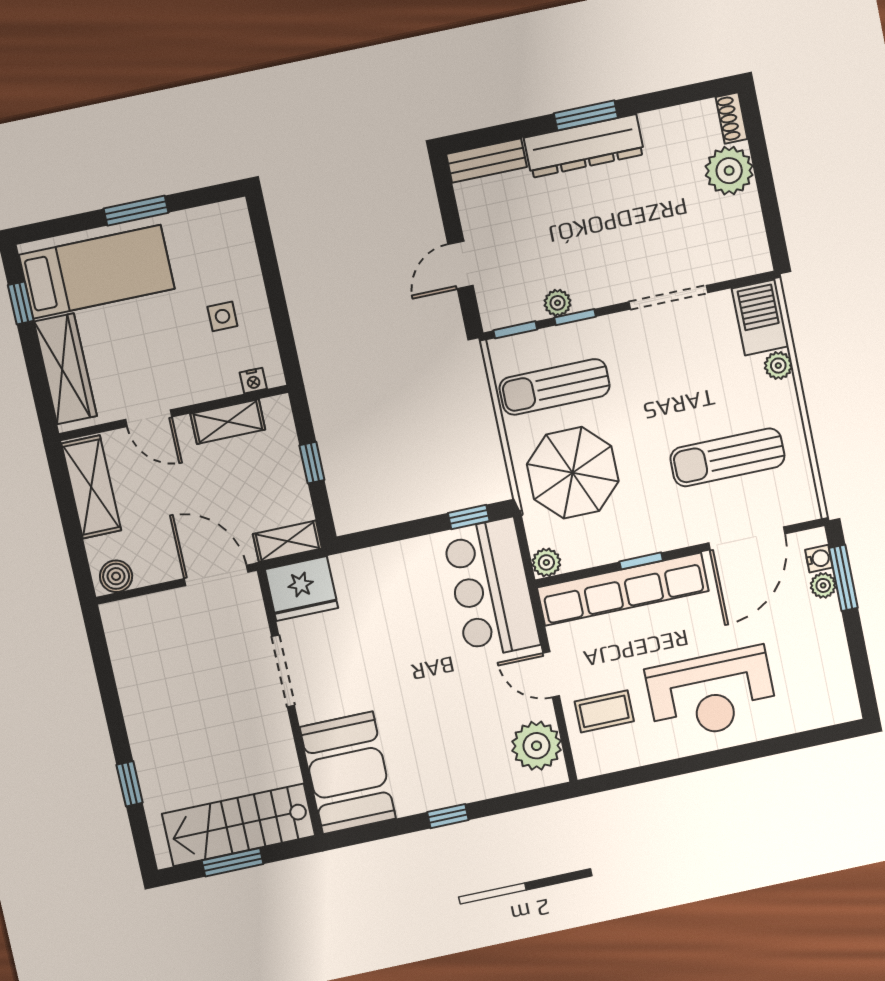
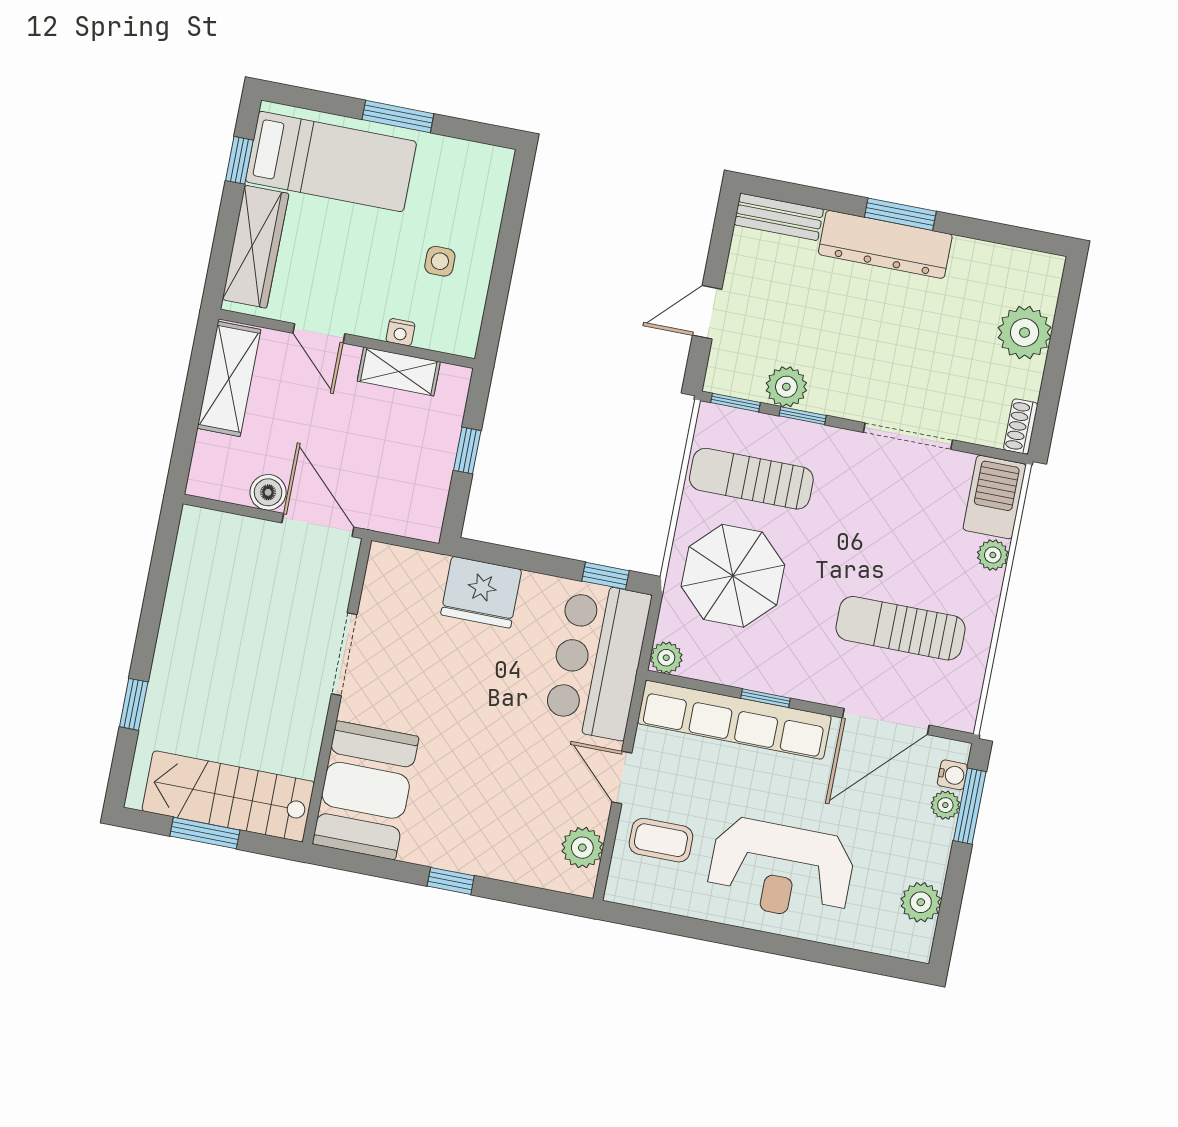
shoe rack: (732, 118) -> (1021, 426), moved
plant: (558, 303) -> (786, 387), width x1.38, depth x1.38
nightstand: (253, 381) -> (400, 332), moved
shelving: (287, 541) -> (407, 521), removed
boiler: (116, 576) -> (268, 492), moved
fridge: (302, 589) -> (481, 592), moved
plant: (835, 672) -> (921, 902), added
plant: (537, 746) -> (582, 848), width x0.73, depth x0.73

